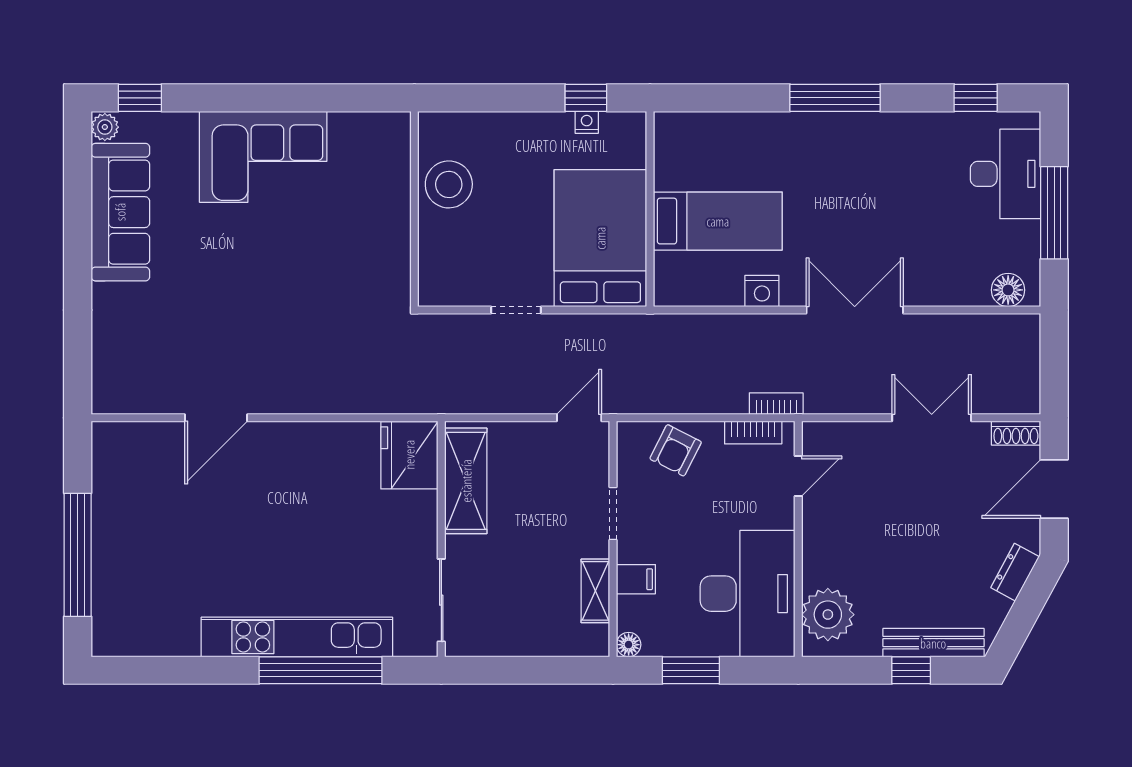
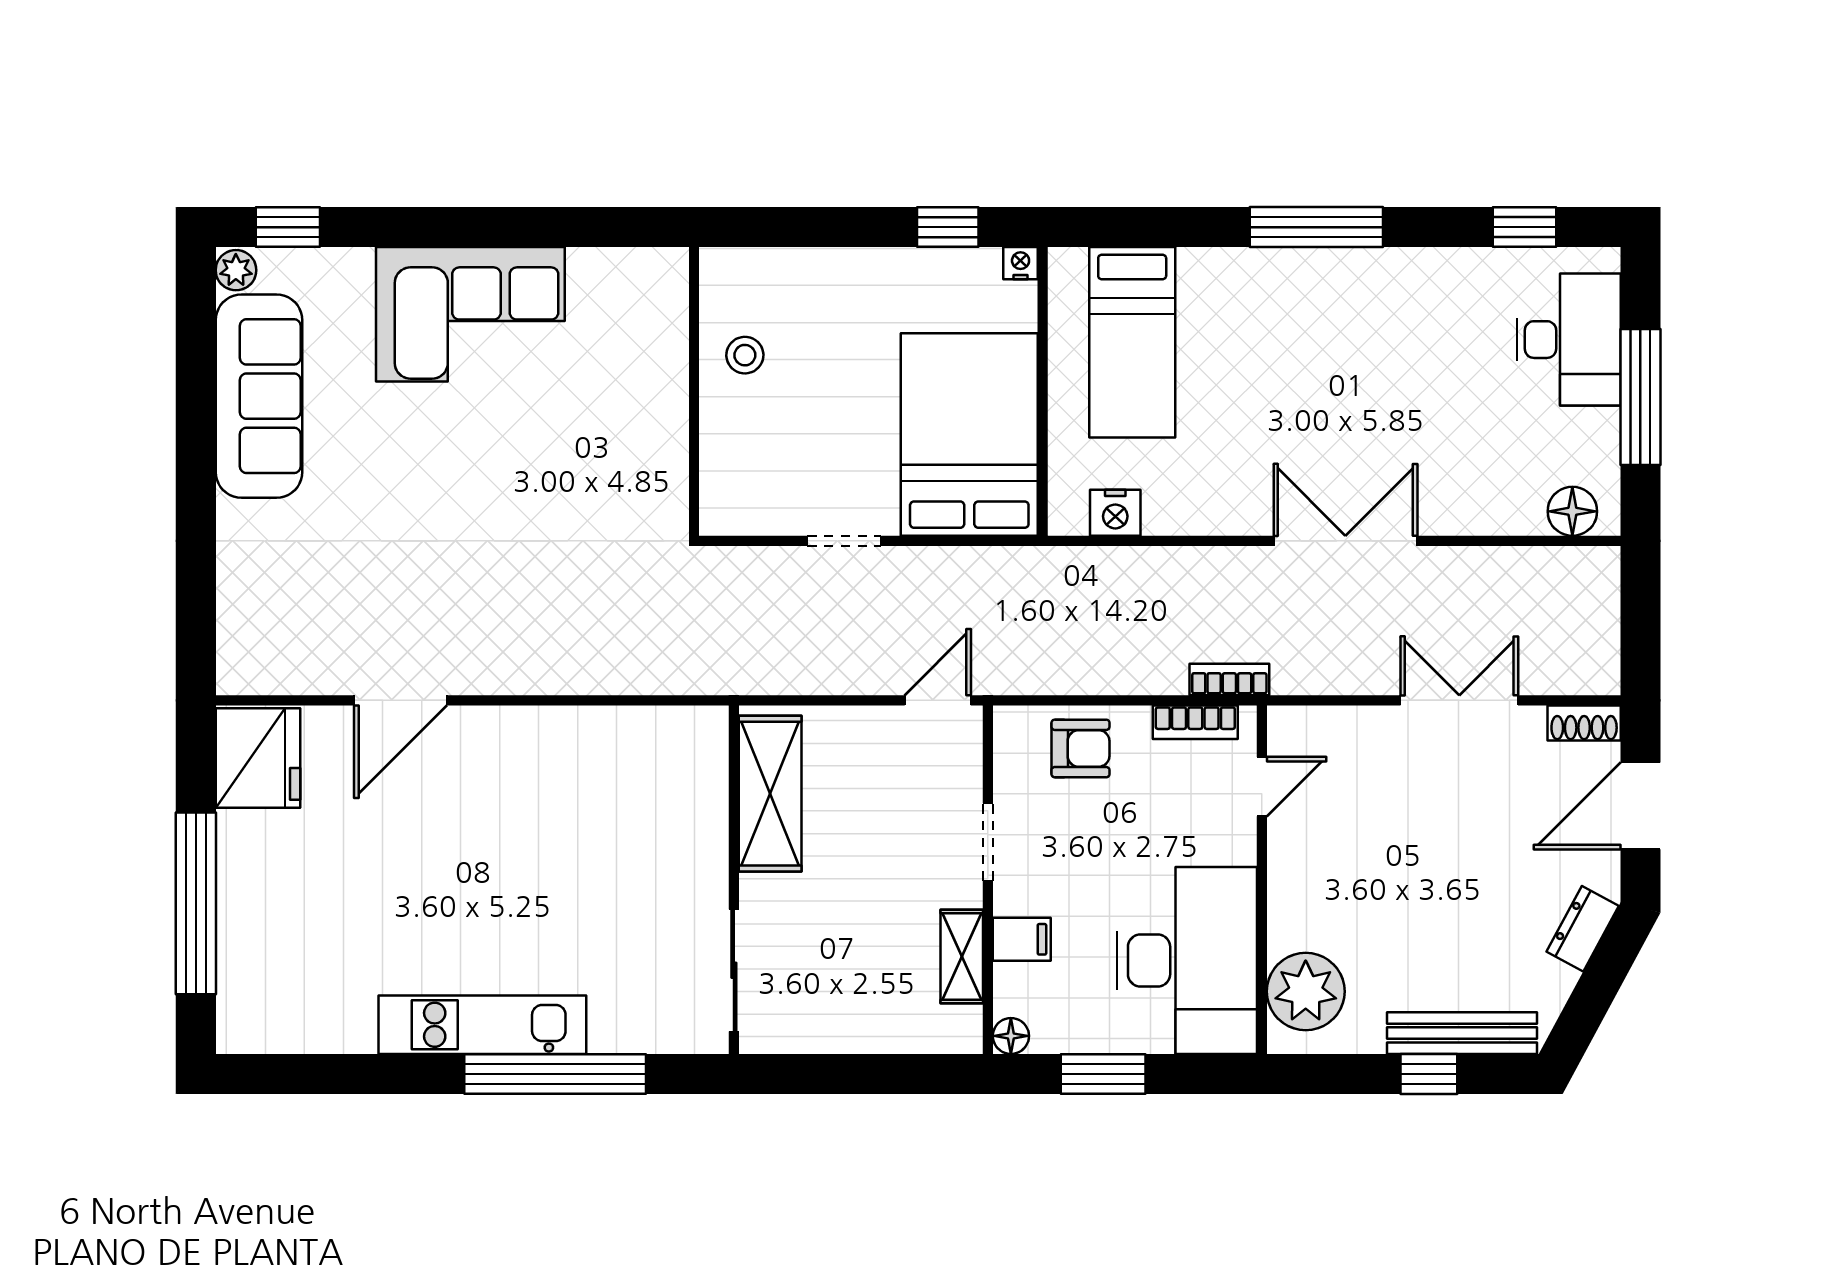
nightstand: (587, 122) -> (1021, 263), moved
stool: (449, 184) -> (745, 355), width x0.53, depth x0.53
bed: (718, 221) -> (1132, 342), moved, turned 90
nightstand: (762, 291) -> (1115, 513), moved
armchair: (676, 450) -> (1081, 748), turned -117
fridge: (409, 455) -> (258, 758), moved, turned 180
kitchen unit: (297, 637) -> (482, 1025), width x0.73

